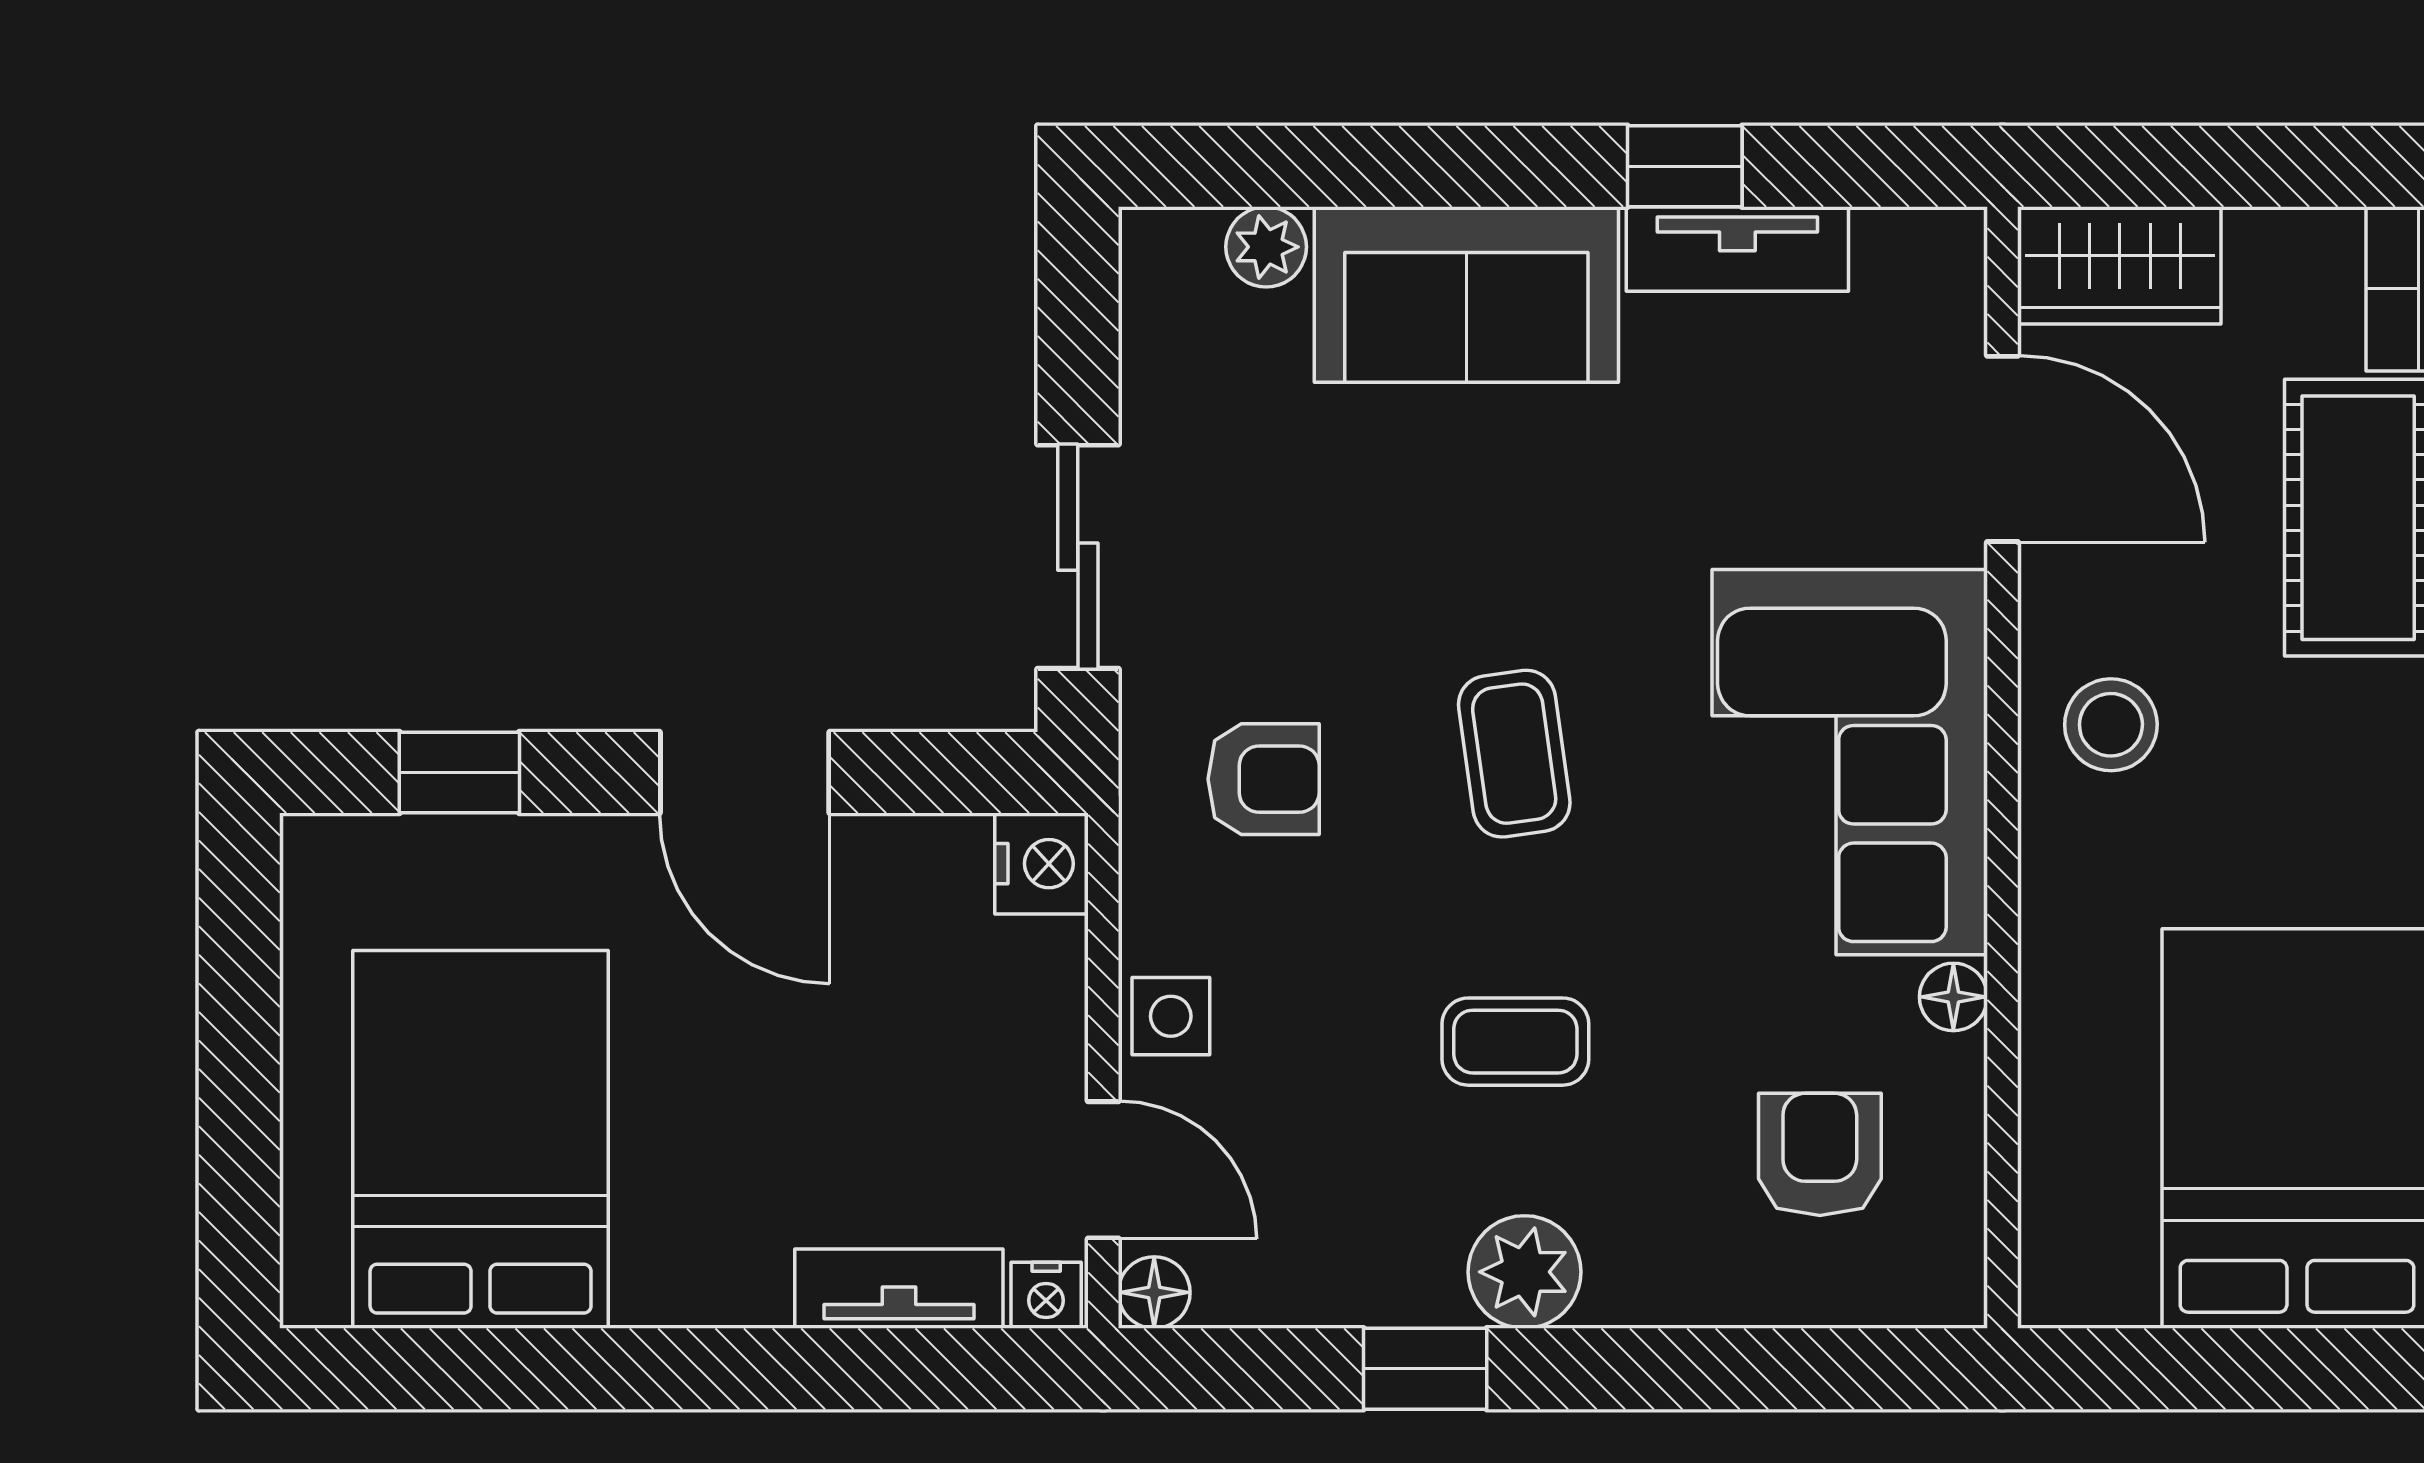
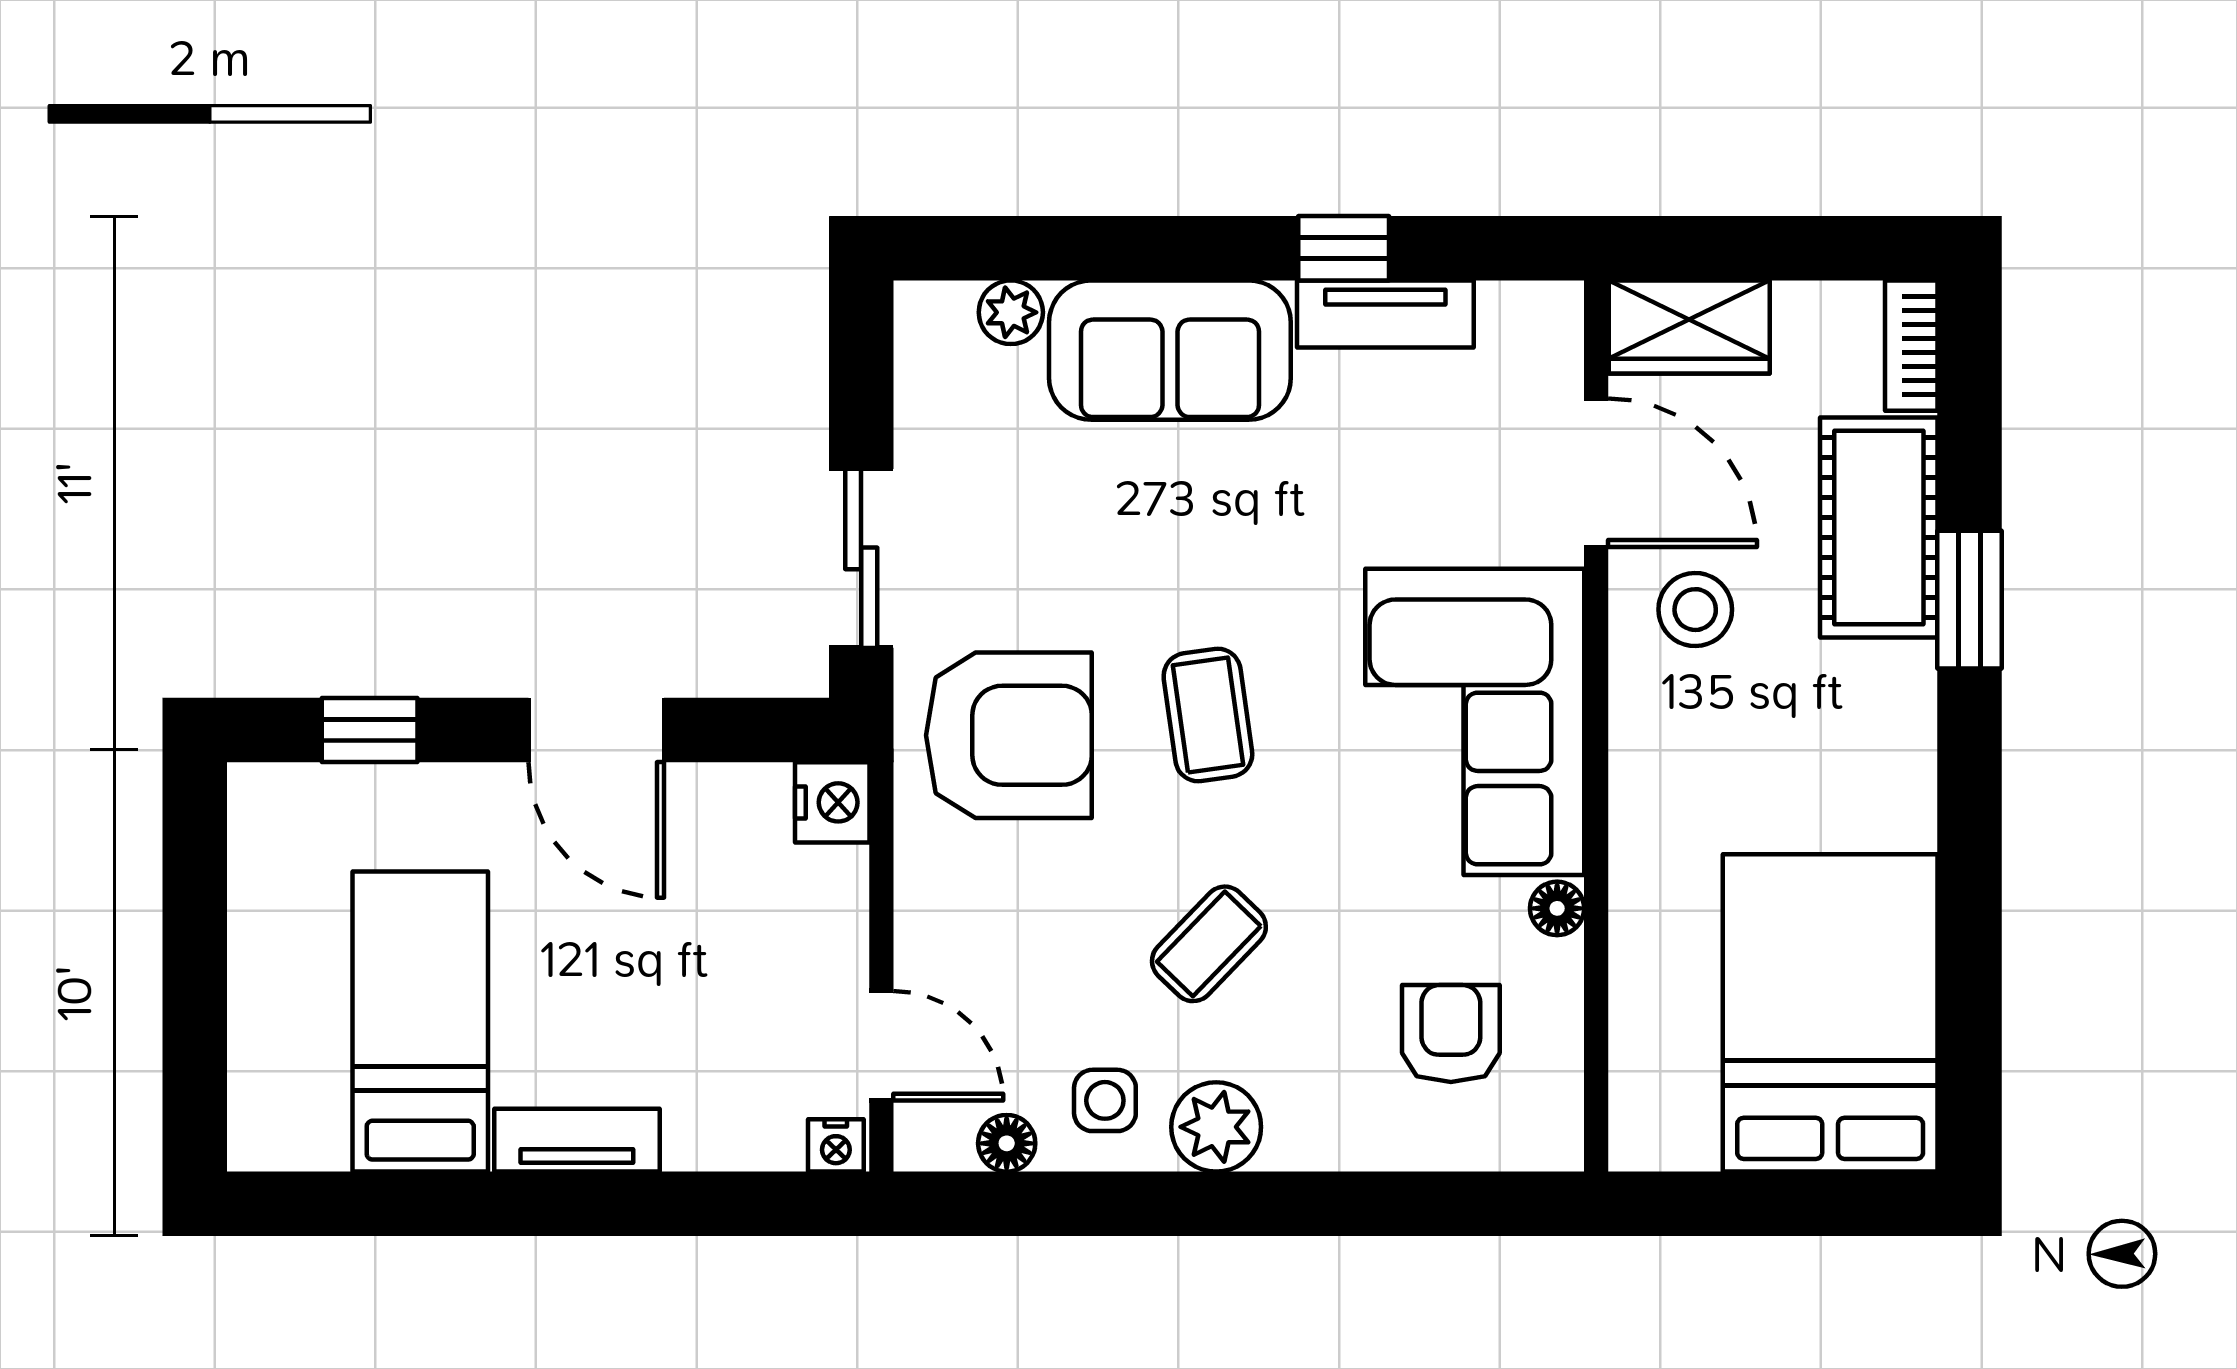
stool: (2111, 725) -> (1695, 610), moved
armchair: (1264, 779) -> (1009, 735), width x1.88, depth x1.88
side table: (1171, 1016) -> (1105, 1100), moved
coffee table: (1515, 1042) -> (1209, 944), turned -46
bed: (481, 1139) -> (420, 1022), width x0.67
tv unit: (899, 1289) -> (577, 1140), moved
floor lamp: (1154, 1292) -> (1007, 1143), moved
window: (1425, 1369) -> (1137, 1204), removed

